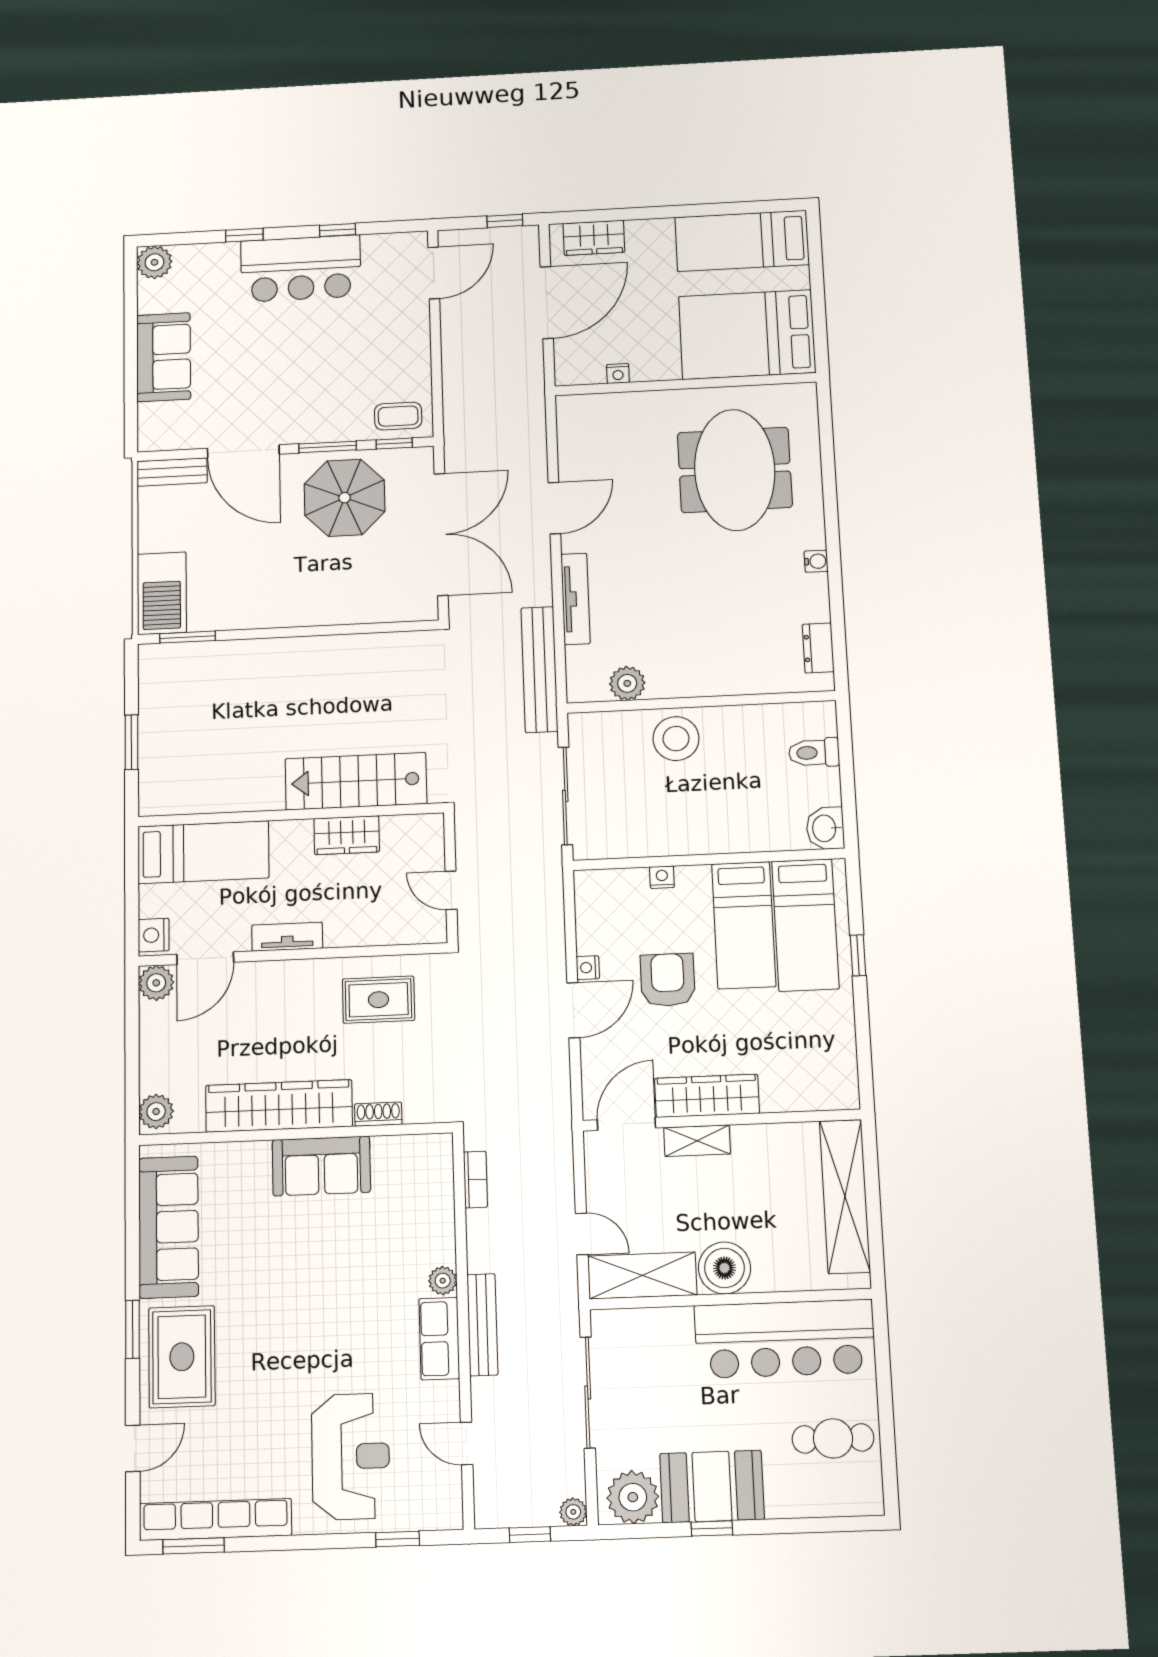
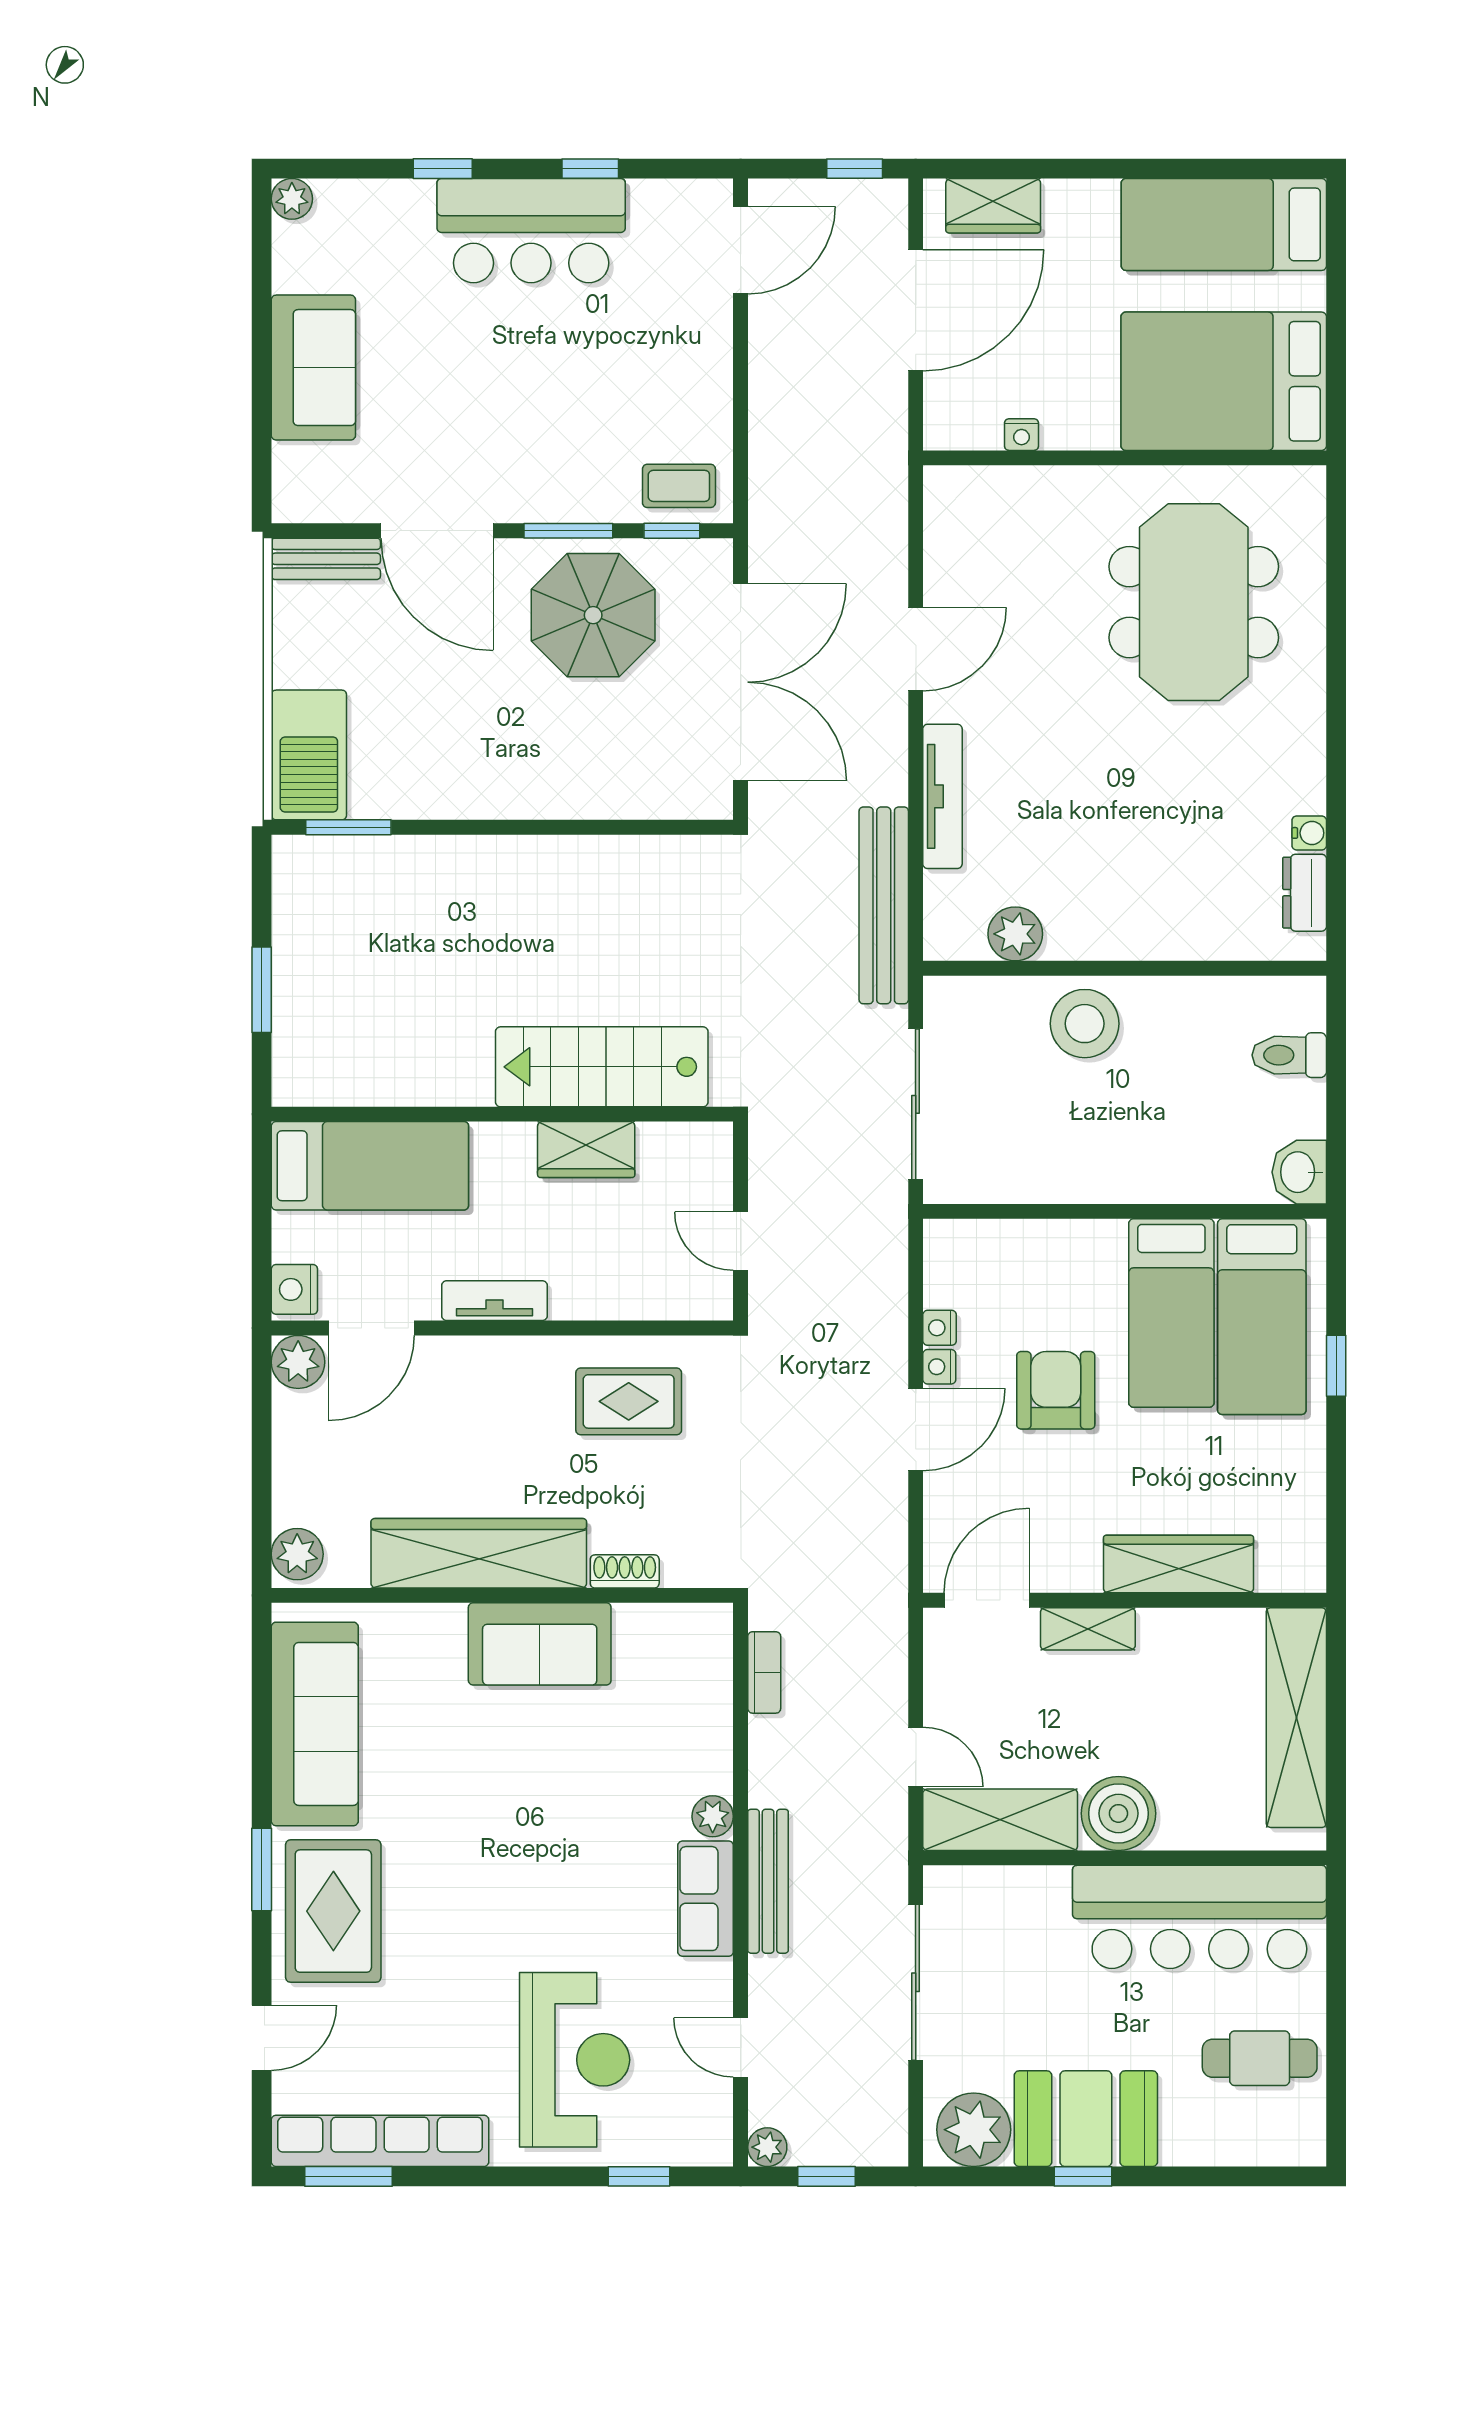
plant: (154, 262) -> (292, 199), width x0.73, depth x0.73
water cooler: (816, 561) -> (1309, 833), moved
nightstand: (662, 877) -> (940, 1328), moved, turned -90
wardrobe: (707, 1096) -> (1178, 1564), moved
plant: (573, 1512) -> (767, 2147), moved

